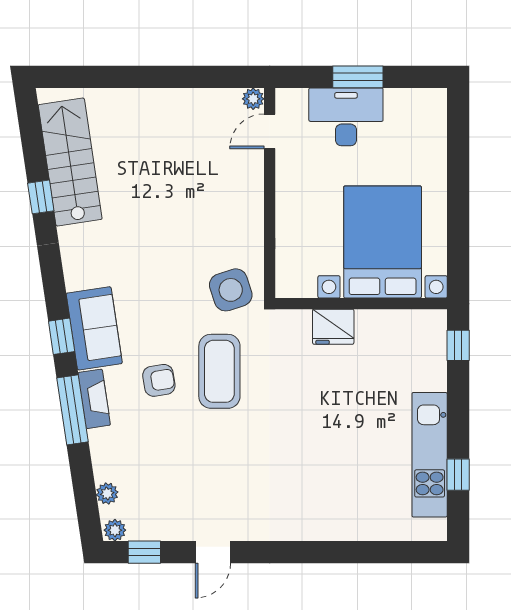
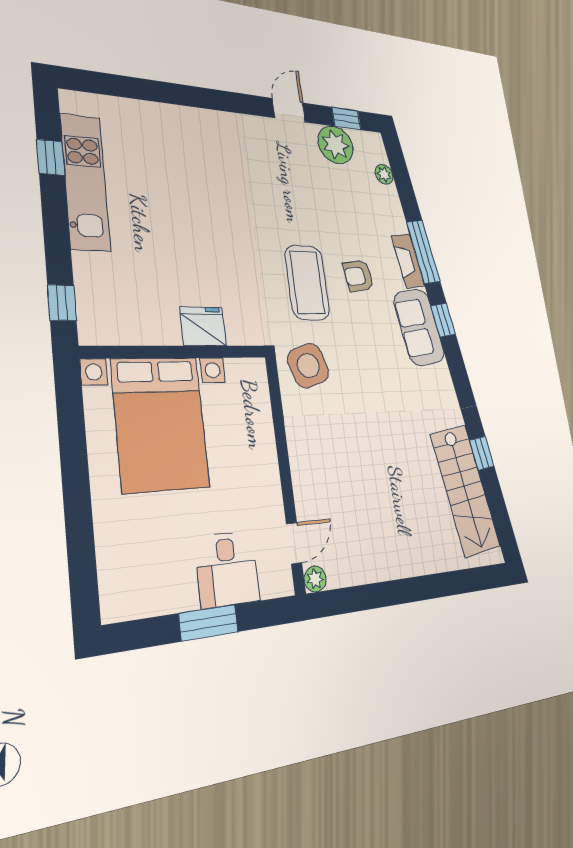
desk: (346, 117) -> (227, 569), width x0.73
plant: (115, 530) -> (336, 145), moved, width x1.88, depth x1.88

